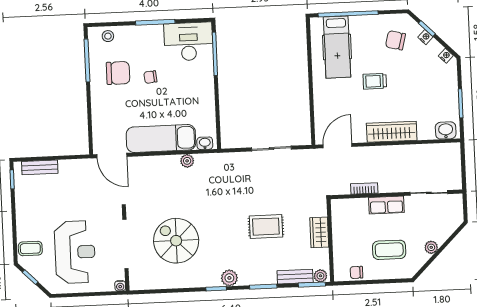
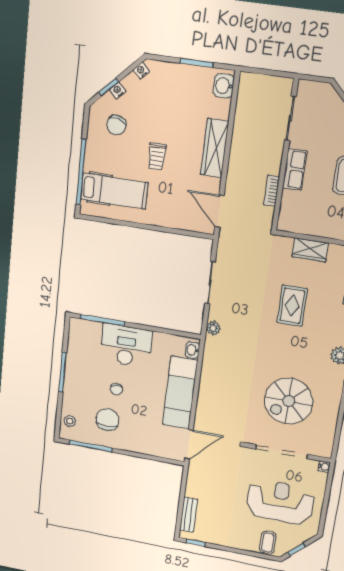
desk: (188, 42) -> (126, 346), moved, turned 90
plant: (187, 161) -> (213, 328), moved

